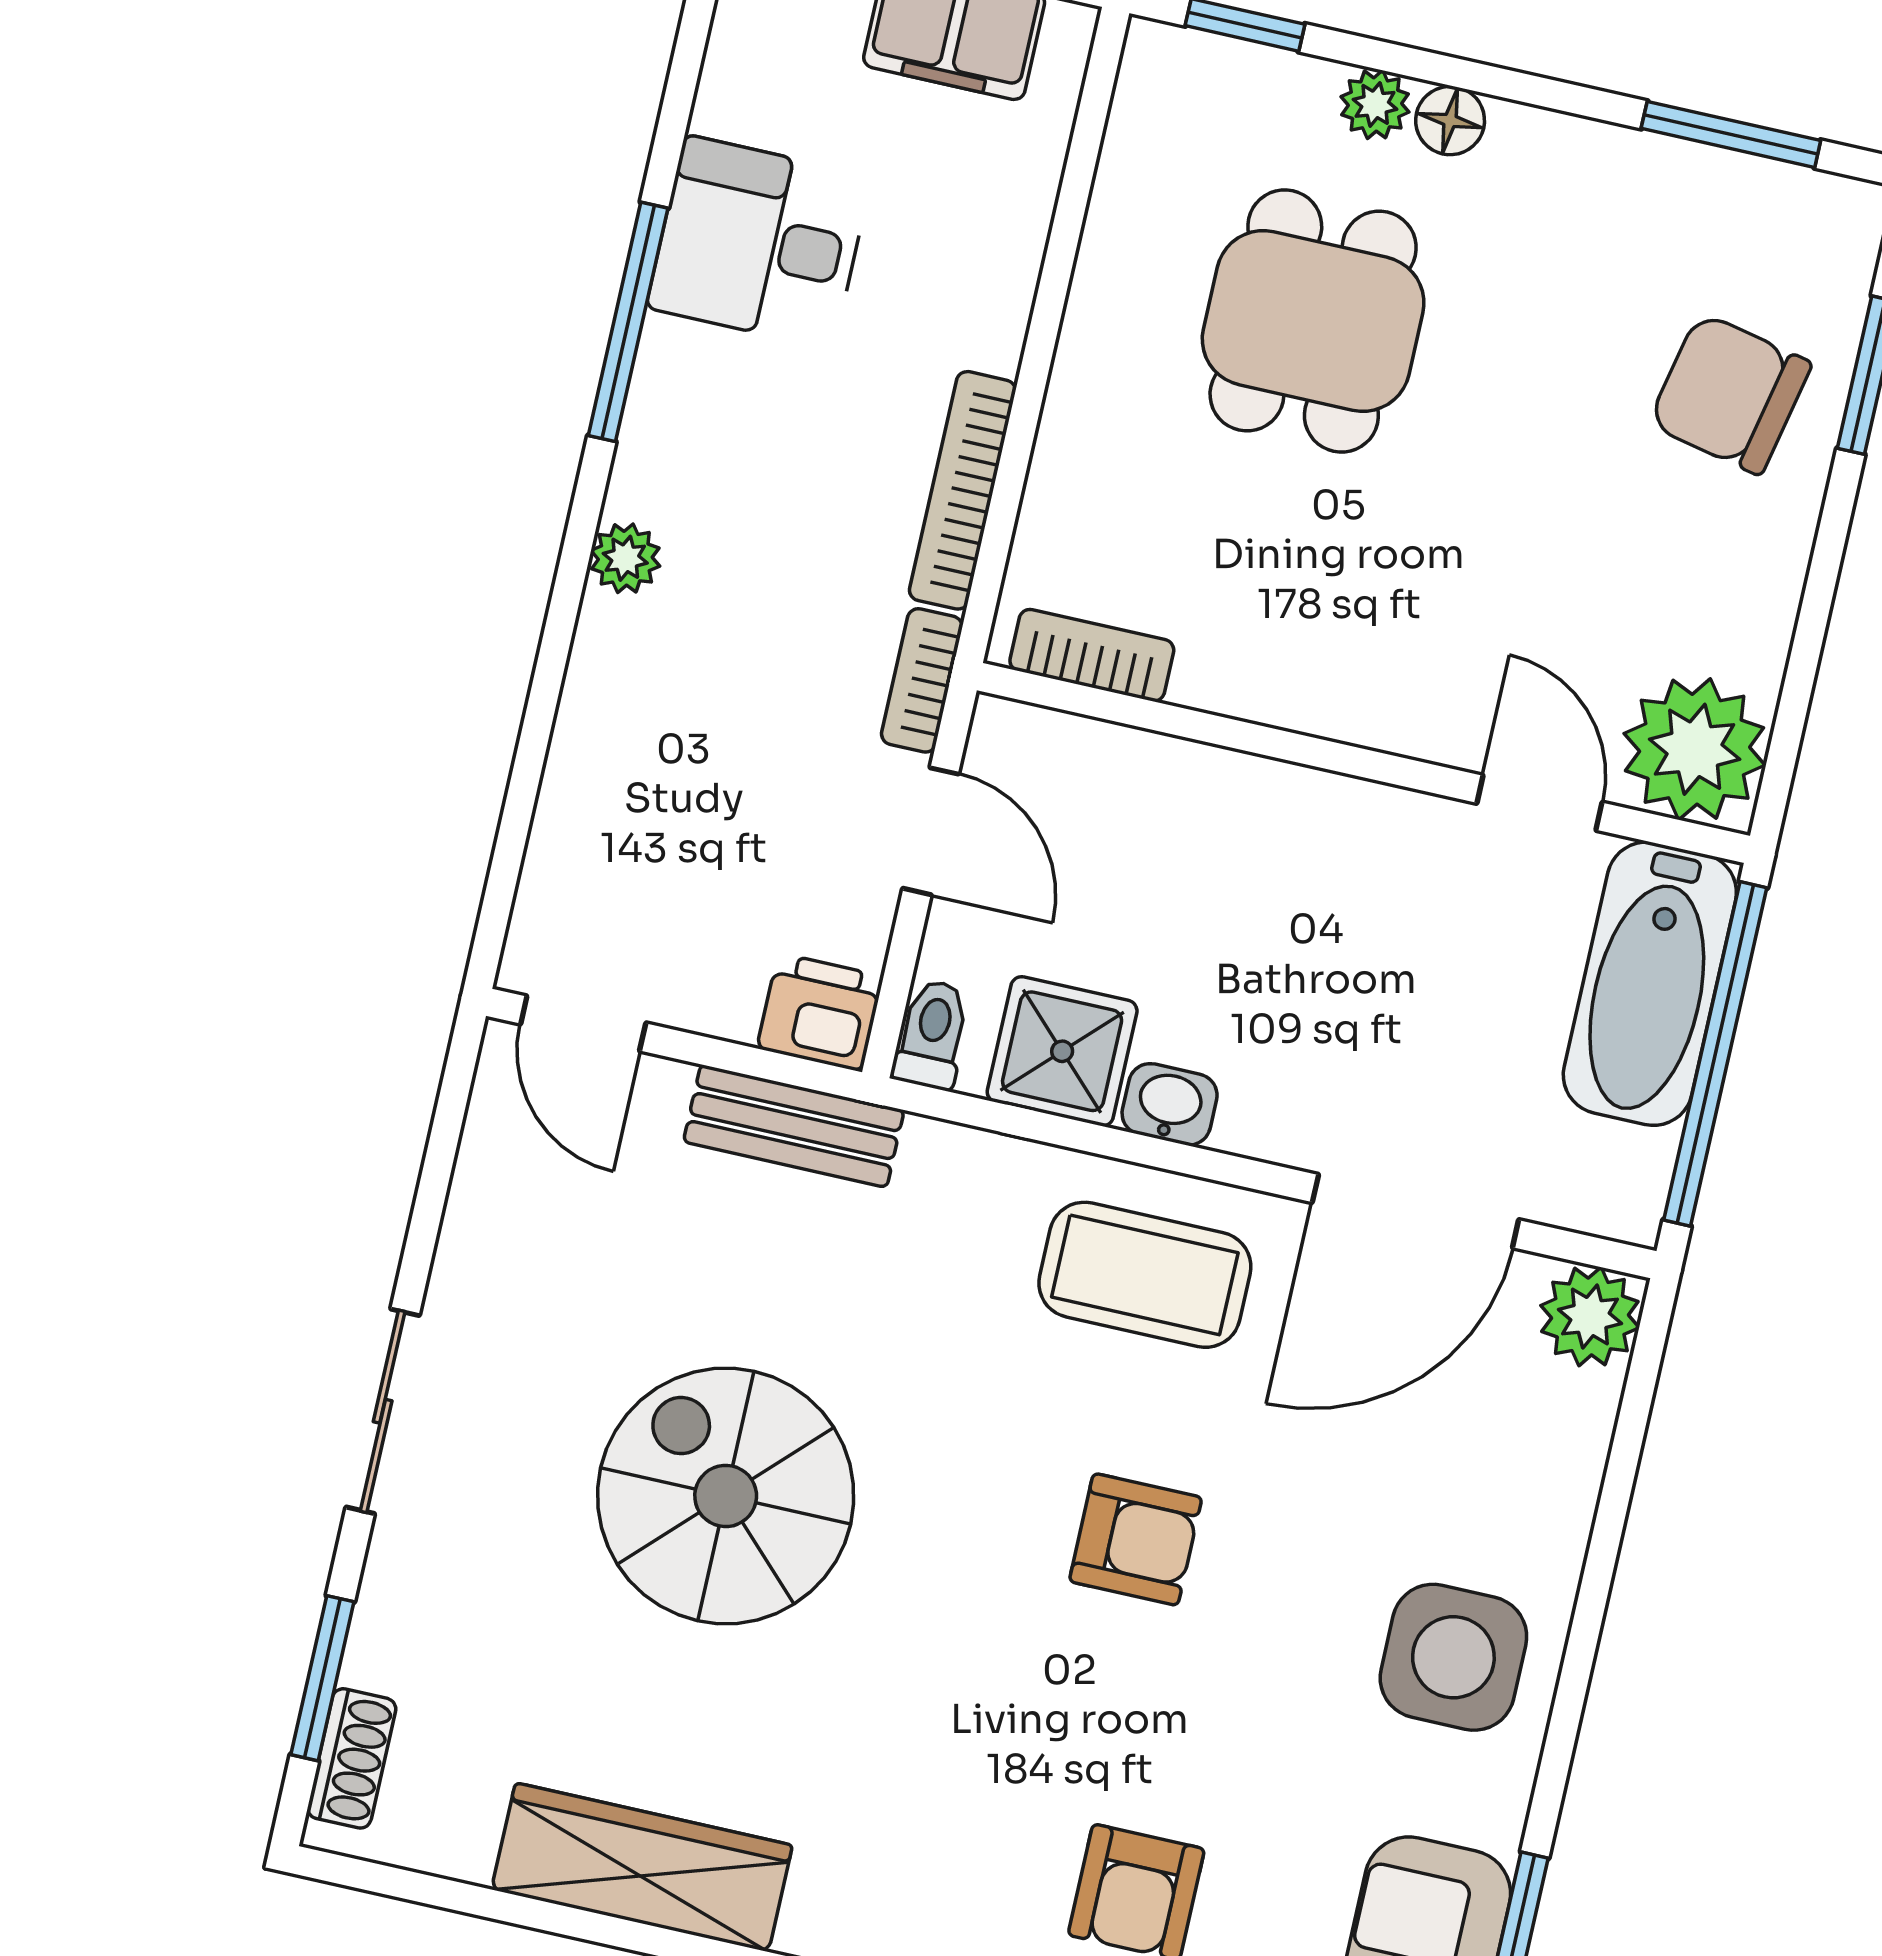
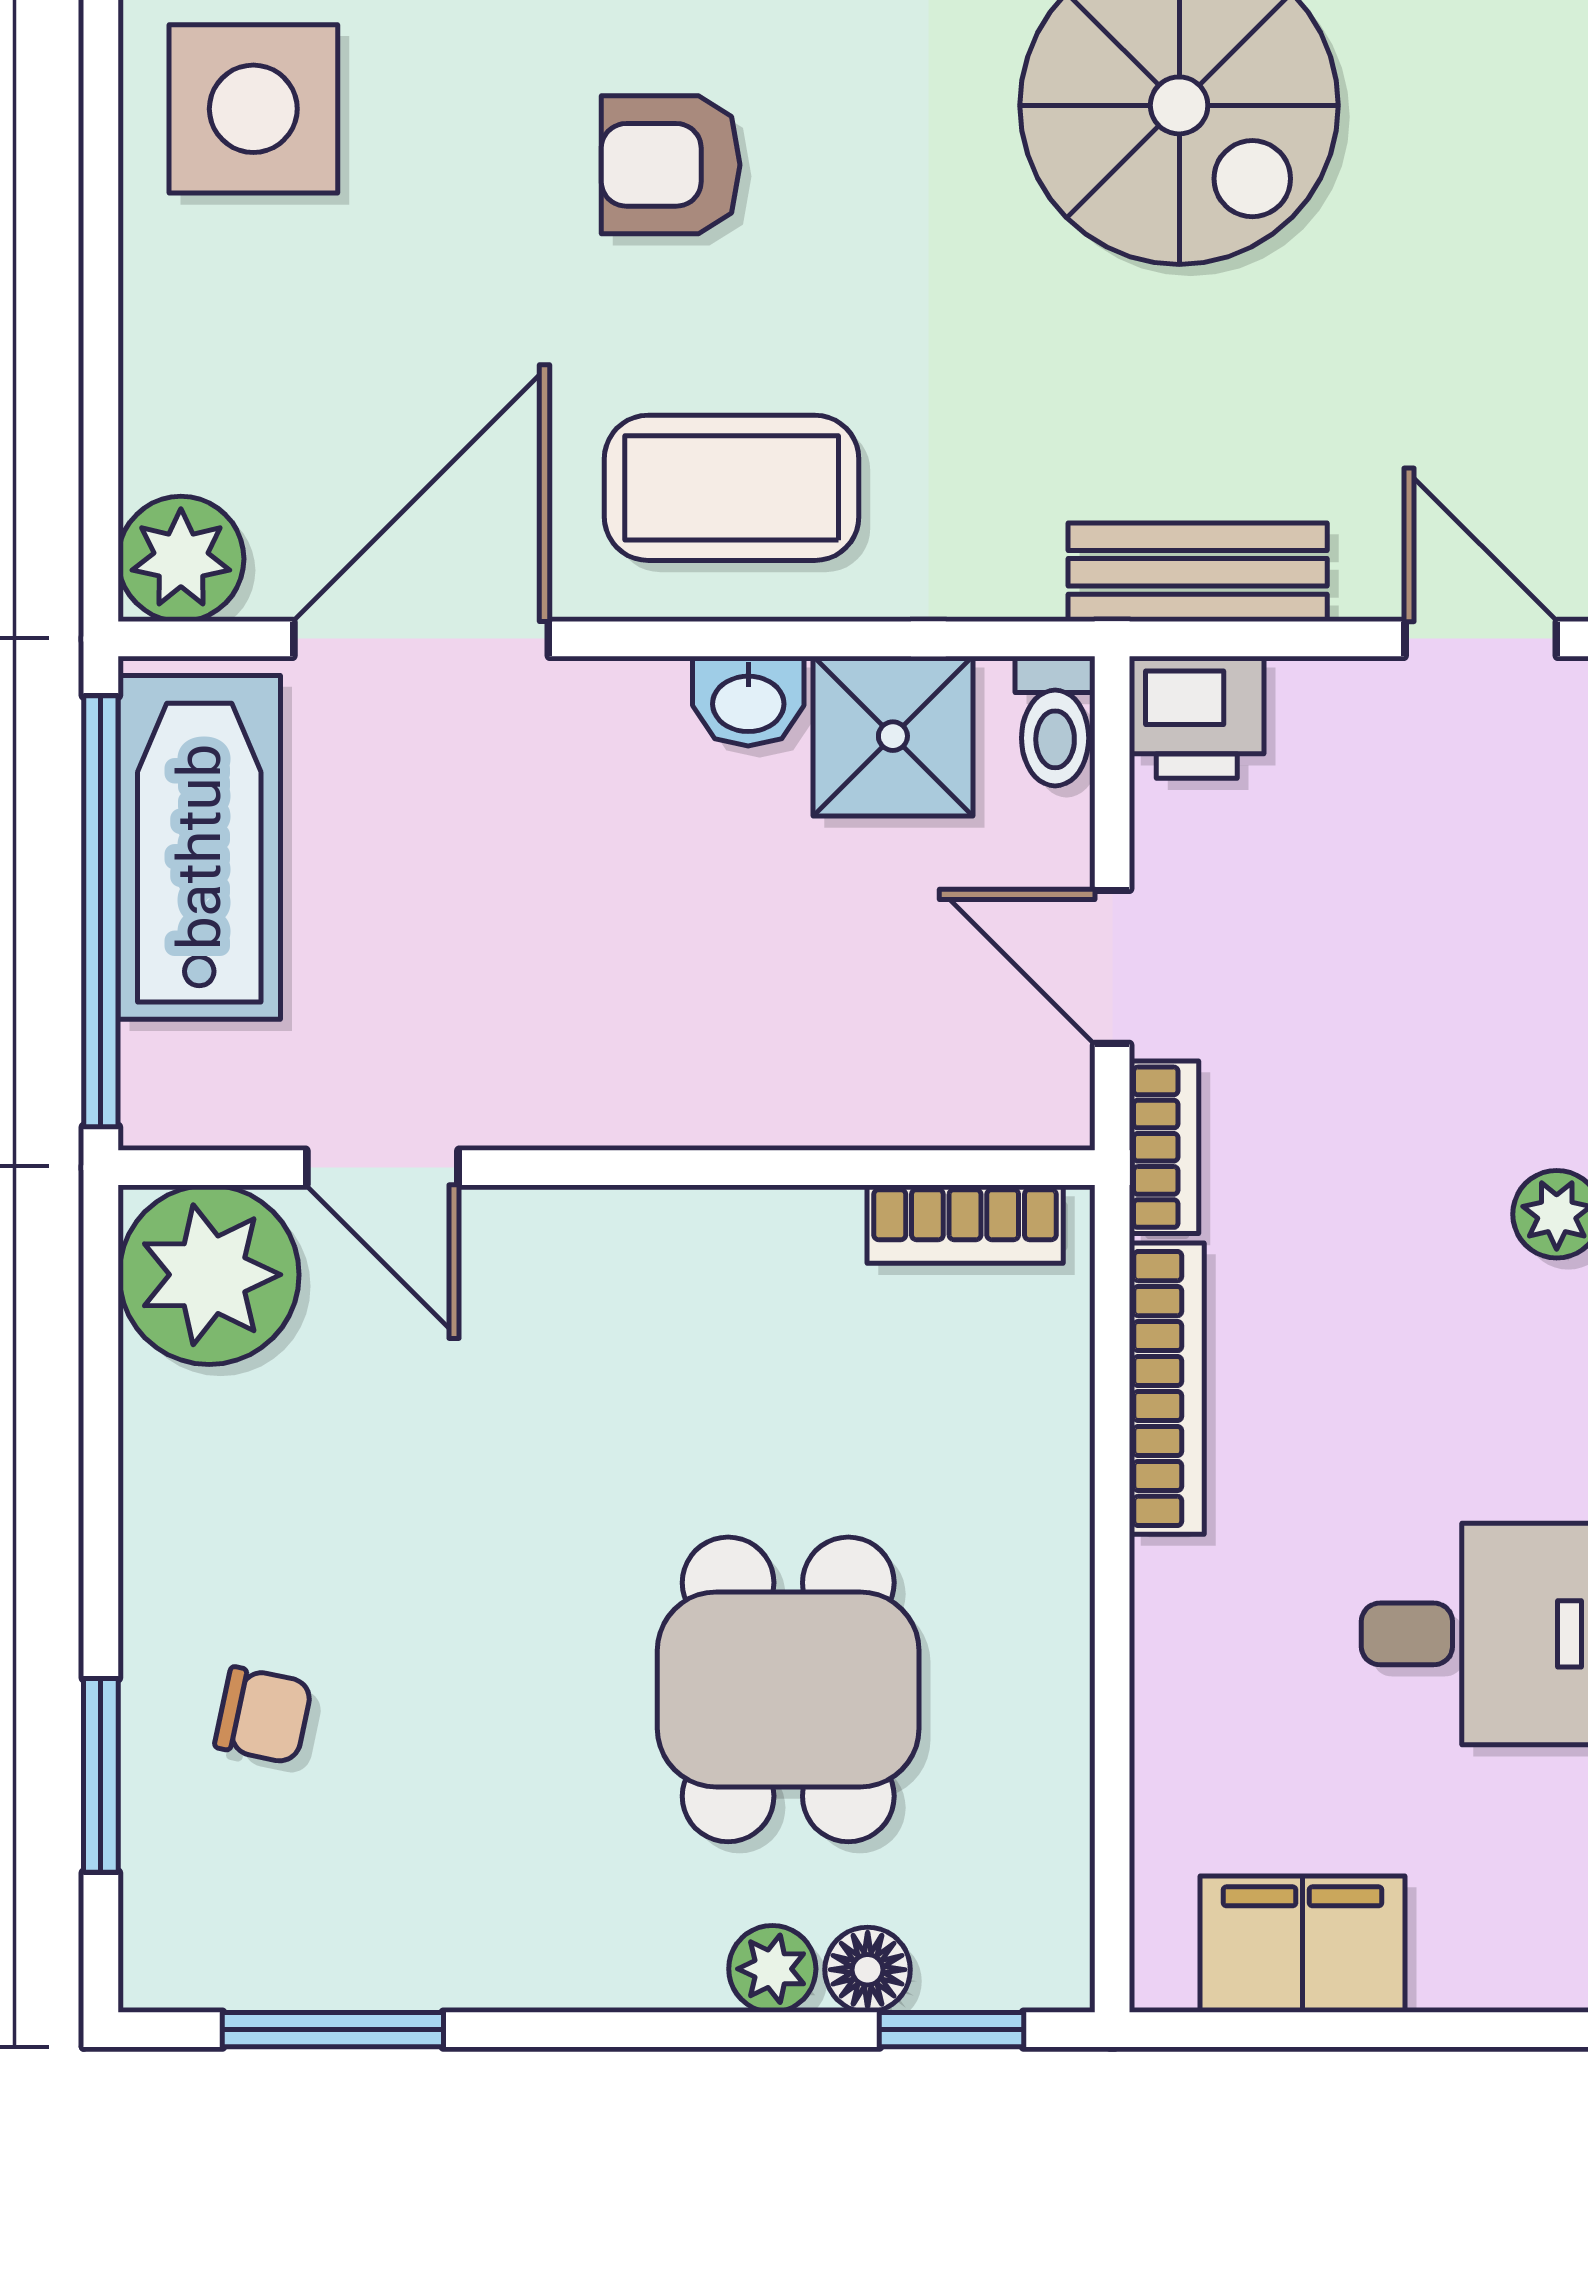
floor lamp: (1450, 121) -> (868, 1970), moved
chair: (1730, 394) -> (263, 1715), width x0.54, depth x0.54
bathtub: (1650, 984) -> (199, 847), moved

